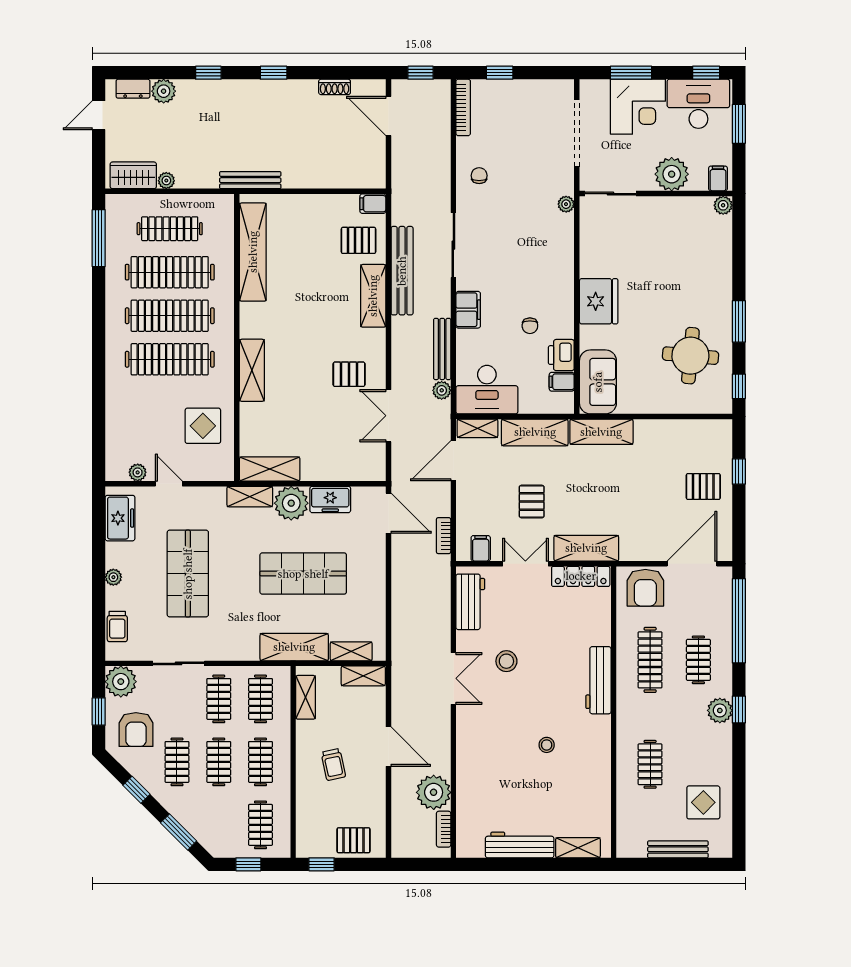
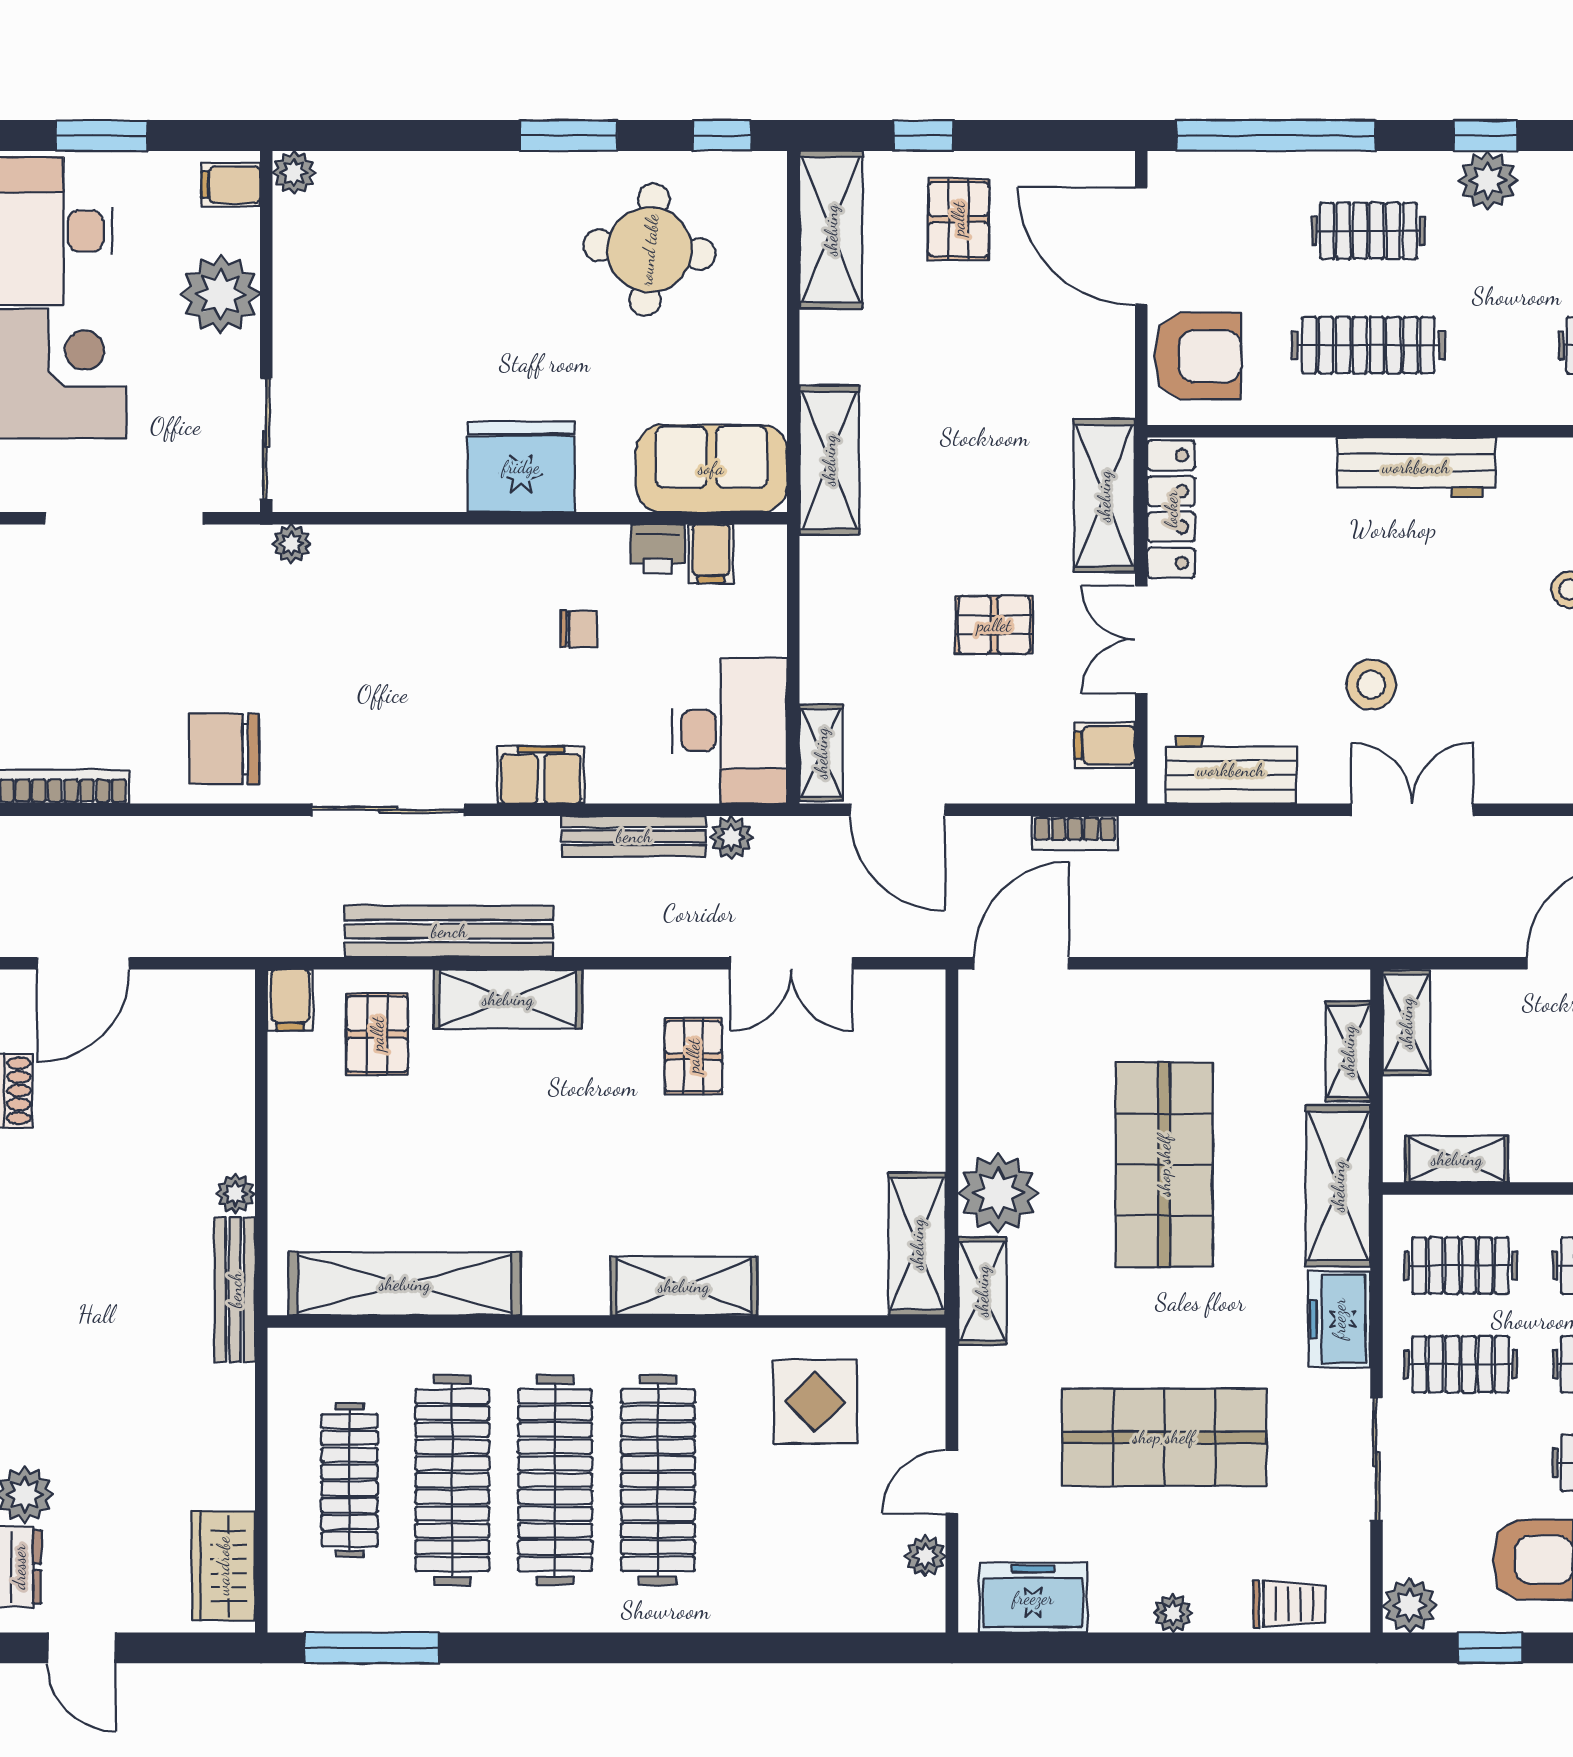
chair: (479, 176) -> (224, 749), width x1.87, depth x1.87
plant: (166, 181) -> (236, 1194), moved
printer: (561, 355) -> (658, 549), width x0.73, depth x0.81
shelving: (535, 432) -> (831, 230), moved
freezer: (330, 499) -> (1339, 1319), moved, turned 180
plant: (121, 682) -> (1410, 1606), width x0.73, depth x0.73

